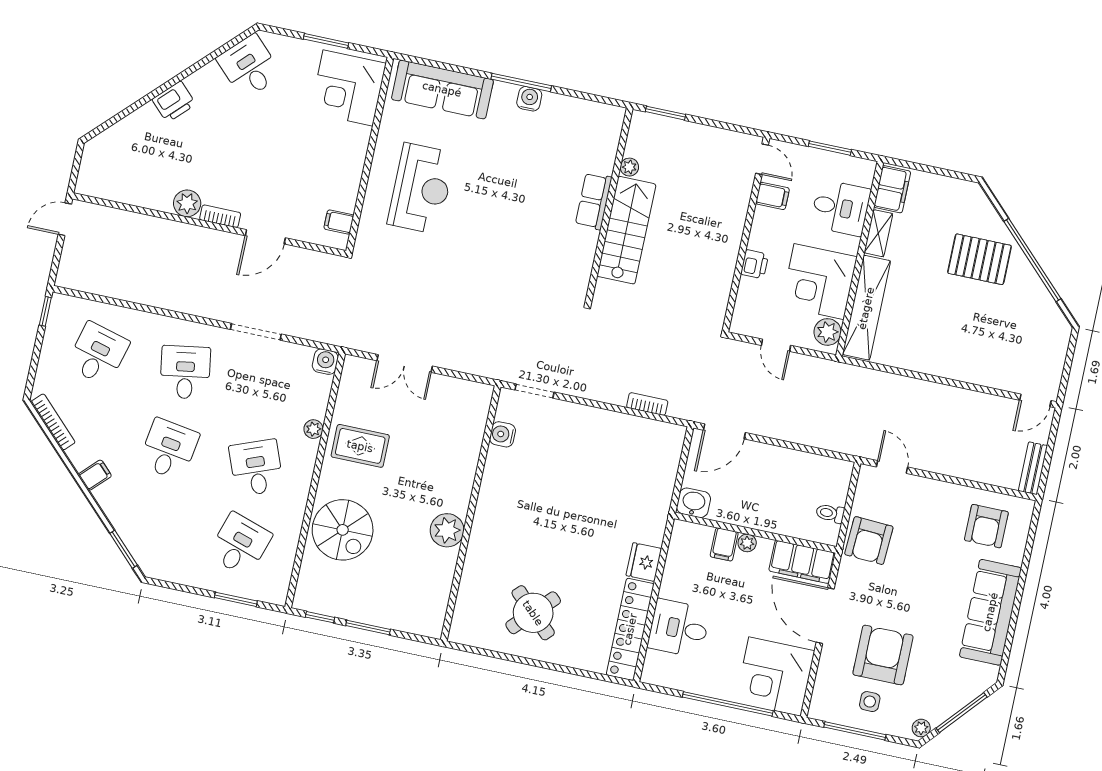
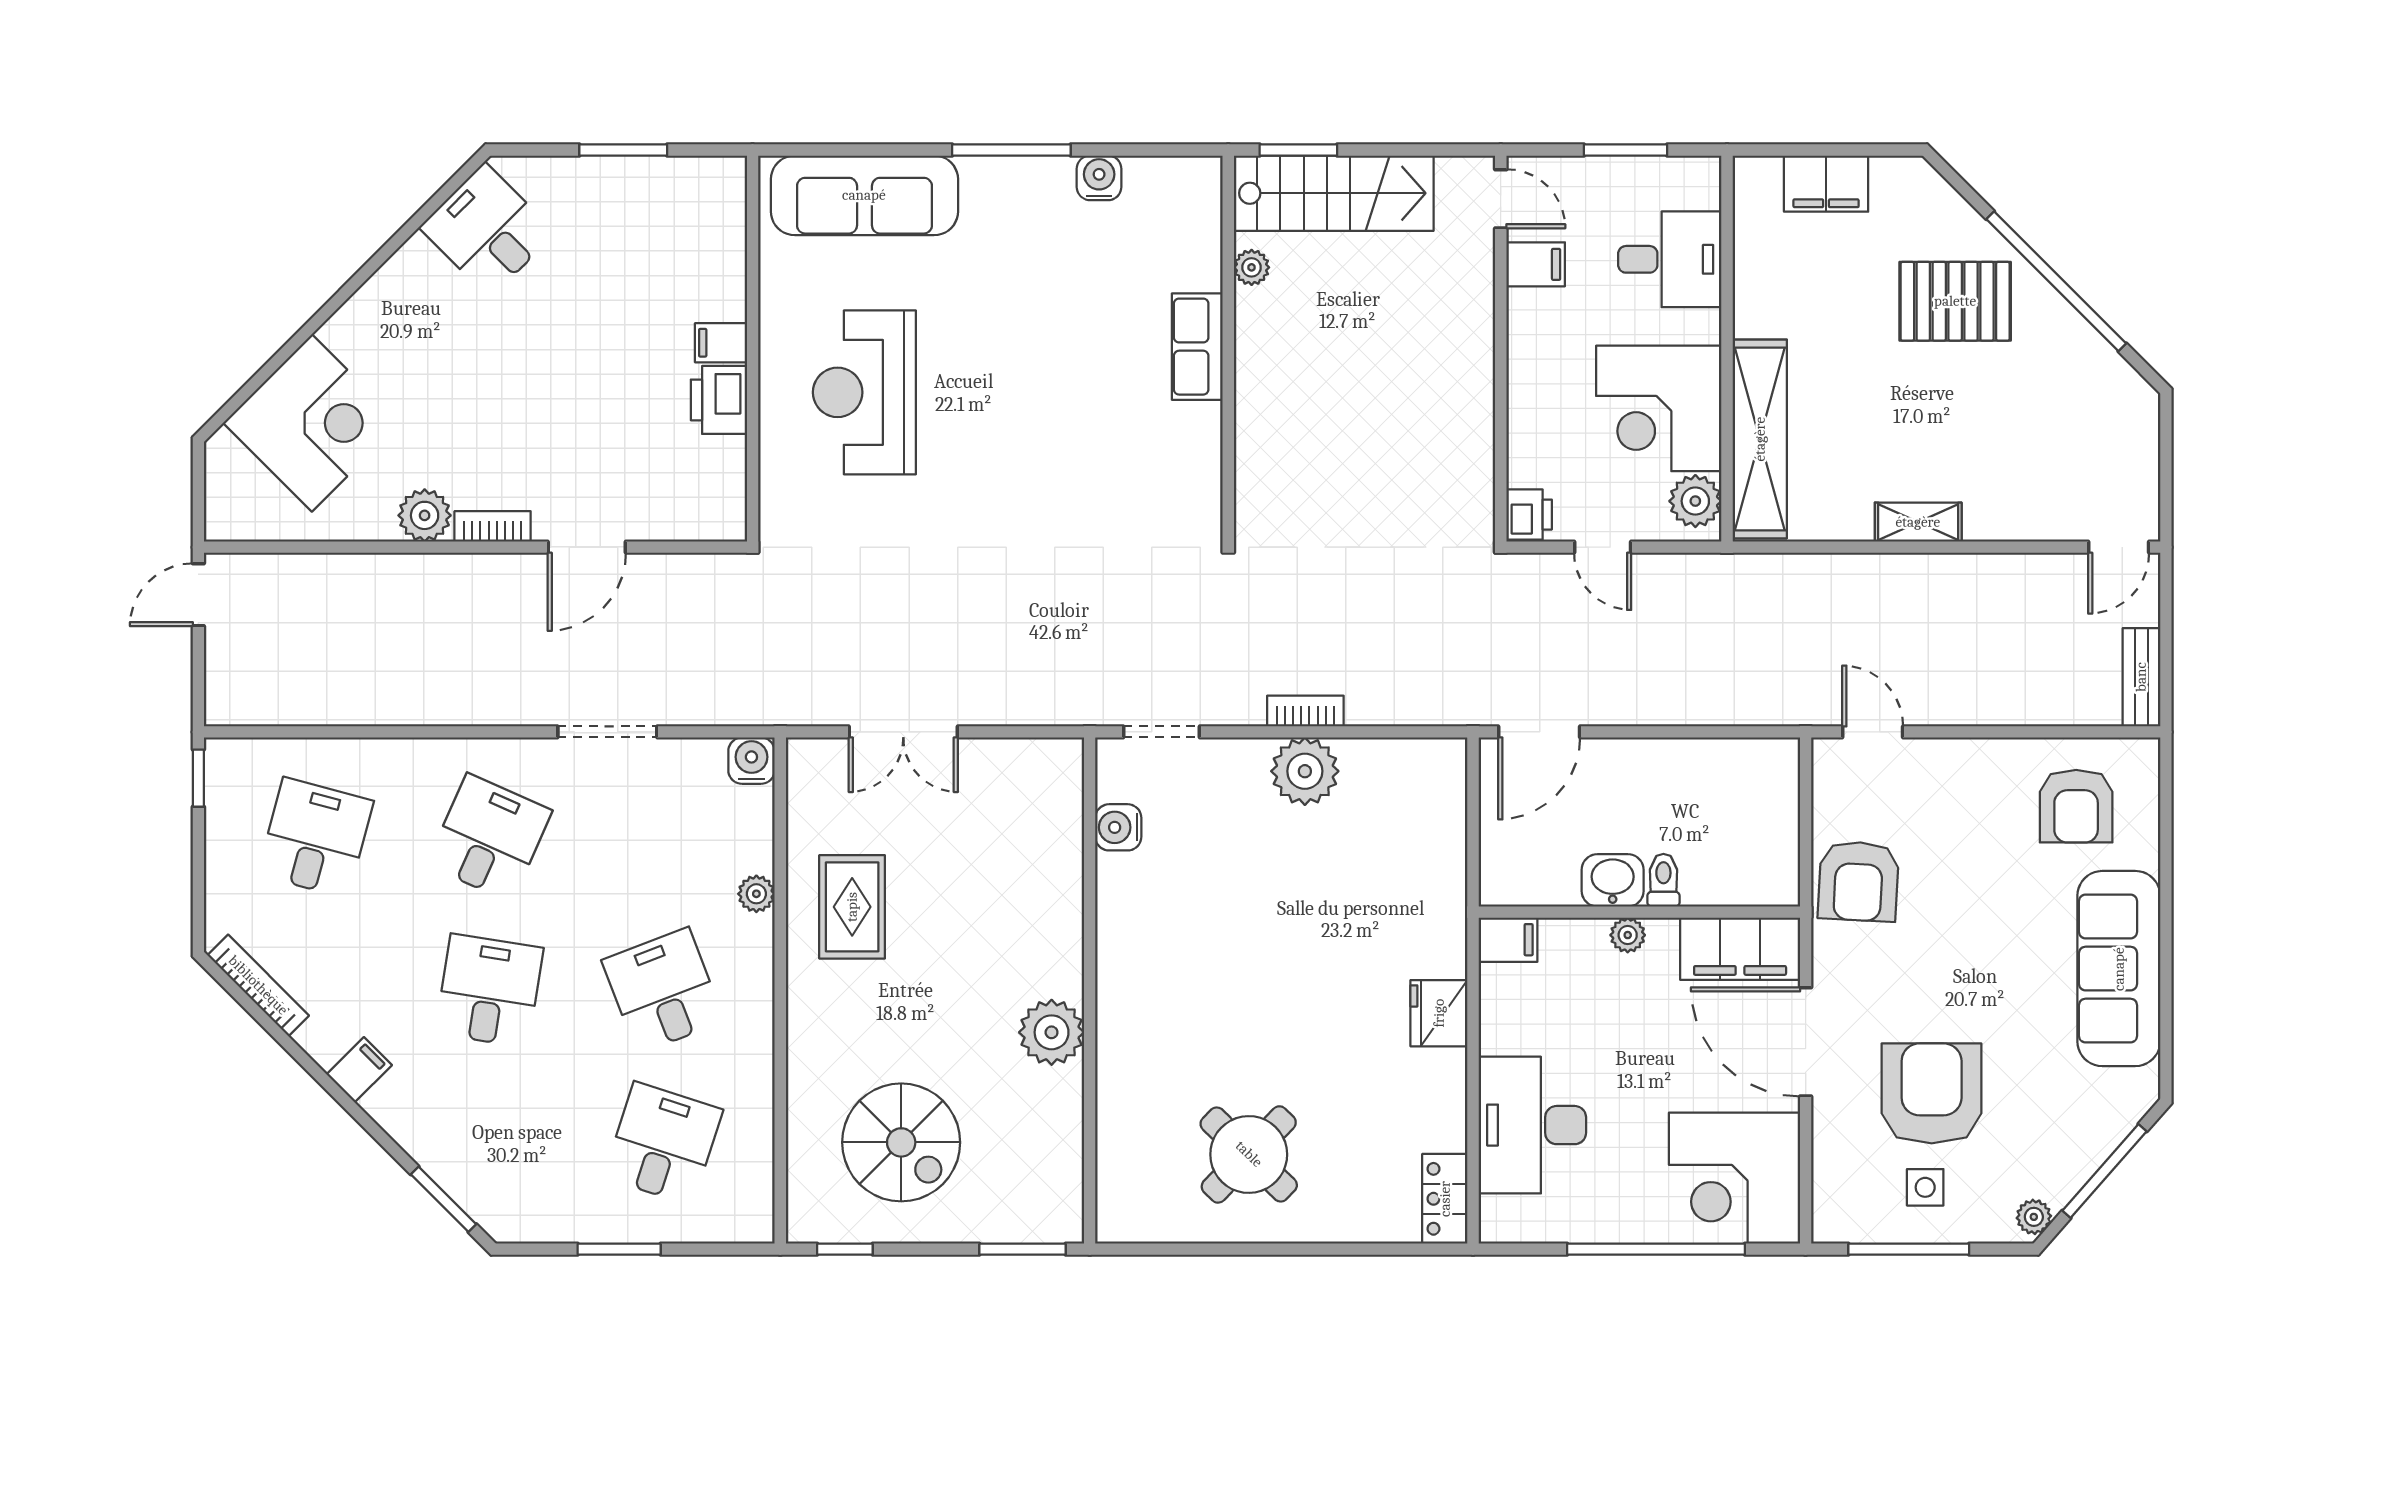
corner desk: (348, 88) -> (312, 423), moved, turned -135
water cooler: (529, 99) -> (1099, 178), moved
printer: (174, 102) -> (719, 400), moved, turned 135
reception desk: (421, 189) -> (864, 392), turned 180
filing cabinet: (892, 189) -> (1826, 184), moved, turned 90
filing cabinet: (339, 222) -> (721, 343), moved
stairs: (626, 230) -> (1334, 193), moved, turned 90
shelving: (878, 233) -> (1918, 522), moved, turned 90
printer: (755, 264) -> (1529, 515), moved
desk: (185, 372) -> (489, 838), turned 33
bookcase: (647, 404) -> (1305, 711), moved
plant: (602, 426) -> (1305, 771), added
rug: (360, 446) -> (852, 907), turned 90
washbasin: (694, 503) -> (1613, 880), moved
toilet: (830, 513) -> (1663, 880), moved, turned 90
spiral stairs: (343, 530) -> (901, 1142), moved
filing cabinet: (724, 544) -> (1508, 940), moved, turned -90
window: (236, 599) -> (619, 1249), moved
window: (368, 627) -> (1023, 1249), moved
desk: (679, 628) -> (1532, 1125), width x1.37
locker: (630, 629) -> (1445, 1199), width x0.46, depth x0.83

